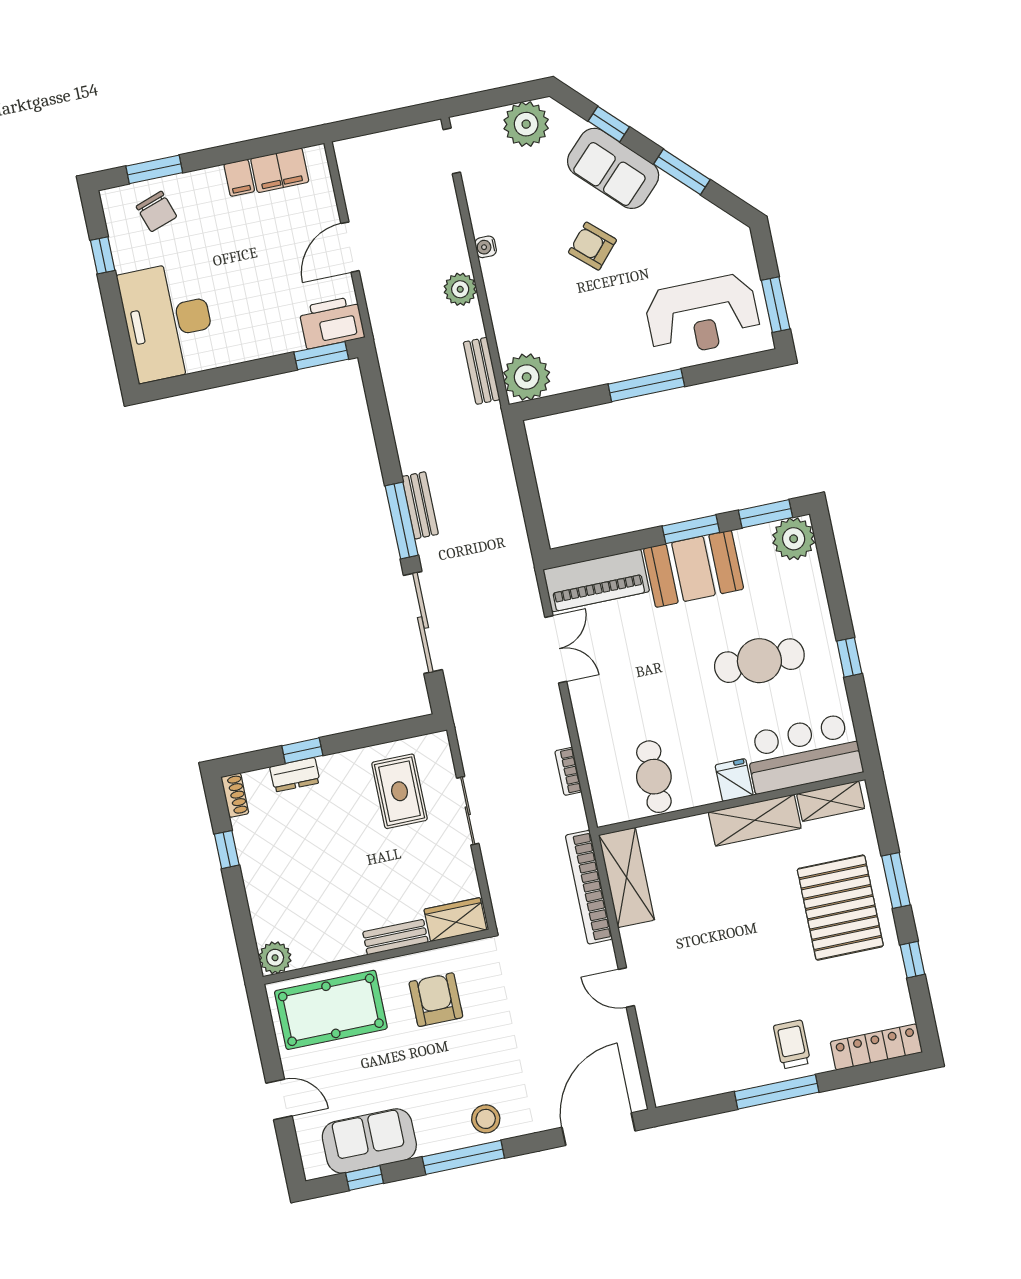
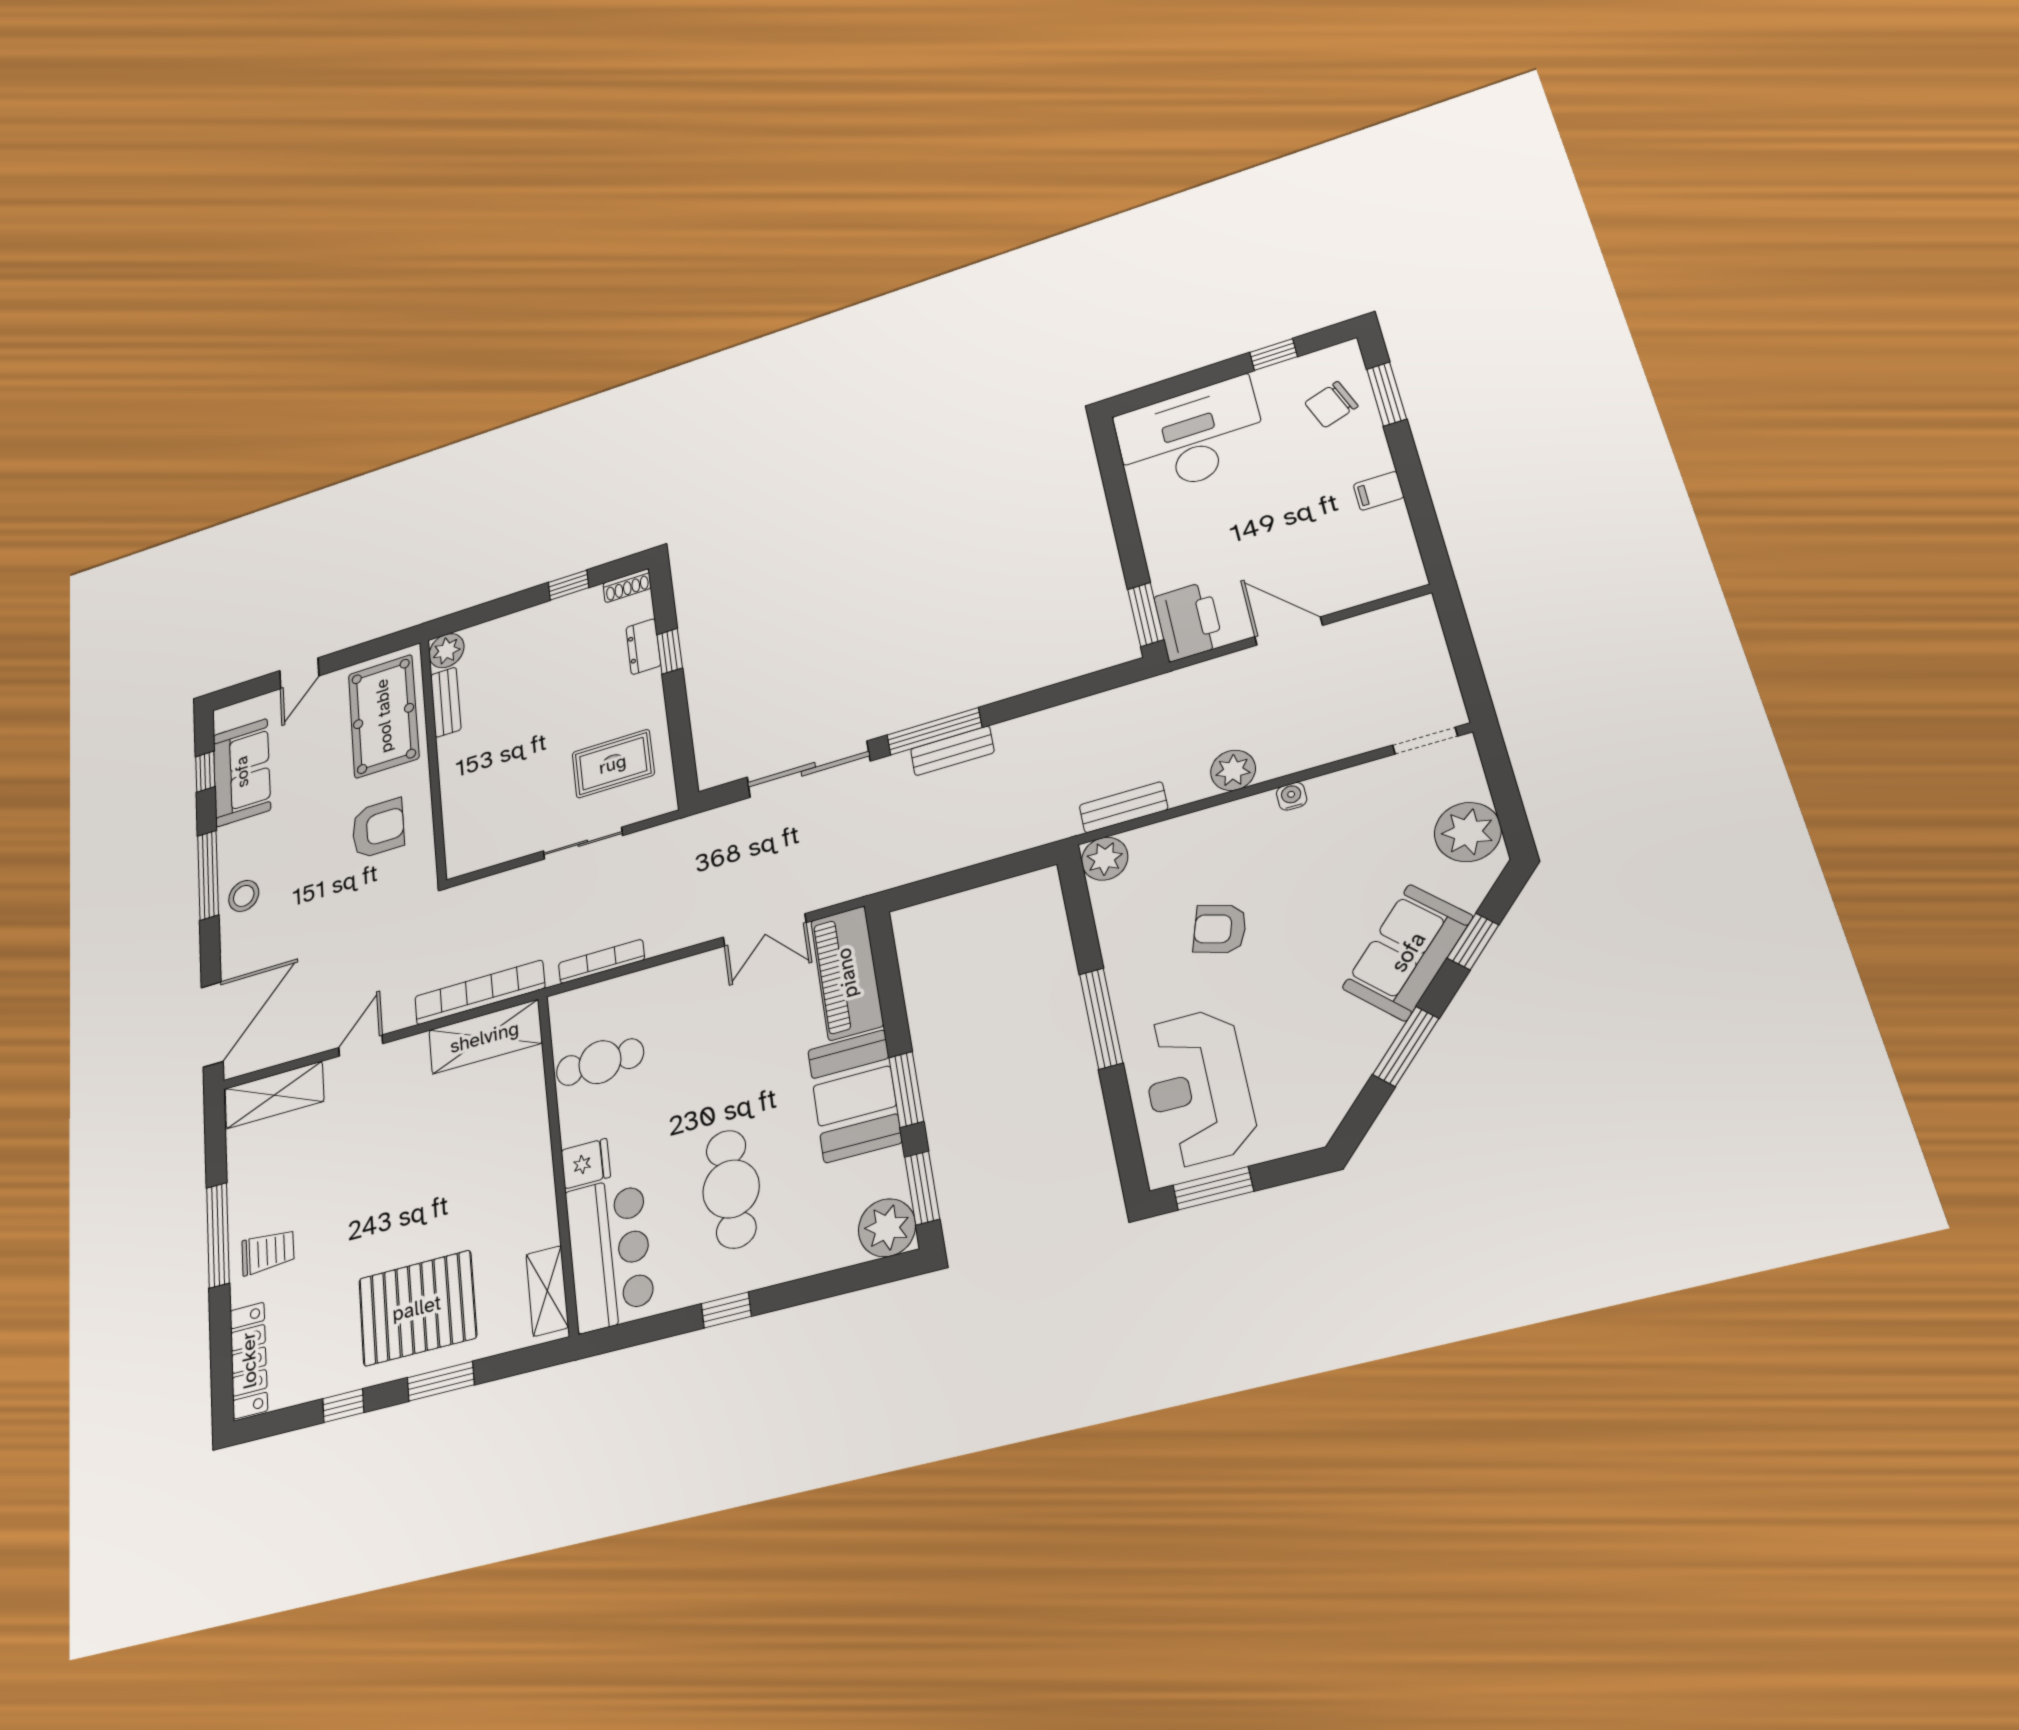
filing cabinet: (280, 170) -> (1390, 536), removed
armchair: (592, 246) -> (1220, 929), moved, turned -115
plant: (527, 377) -> (1105, 859), width x0.73, depth x0.73
bookcase: (568, 771) -> (601, 961), width x1.56
shelving: (755, 820) -> (274, 1095), moved, turned 90
wardrobe: (455, 920) -> (462, 841), removed
bench: (395, 937) -> (446, 702), moved
door: (598, 1129) -> (212, 1024), hinge flipped

